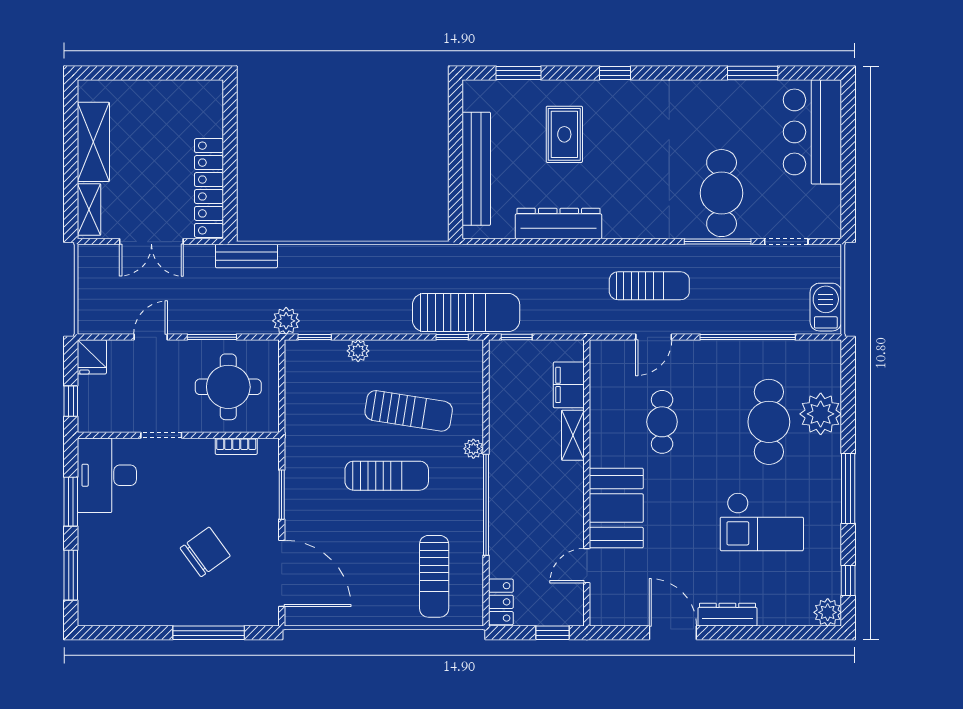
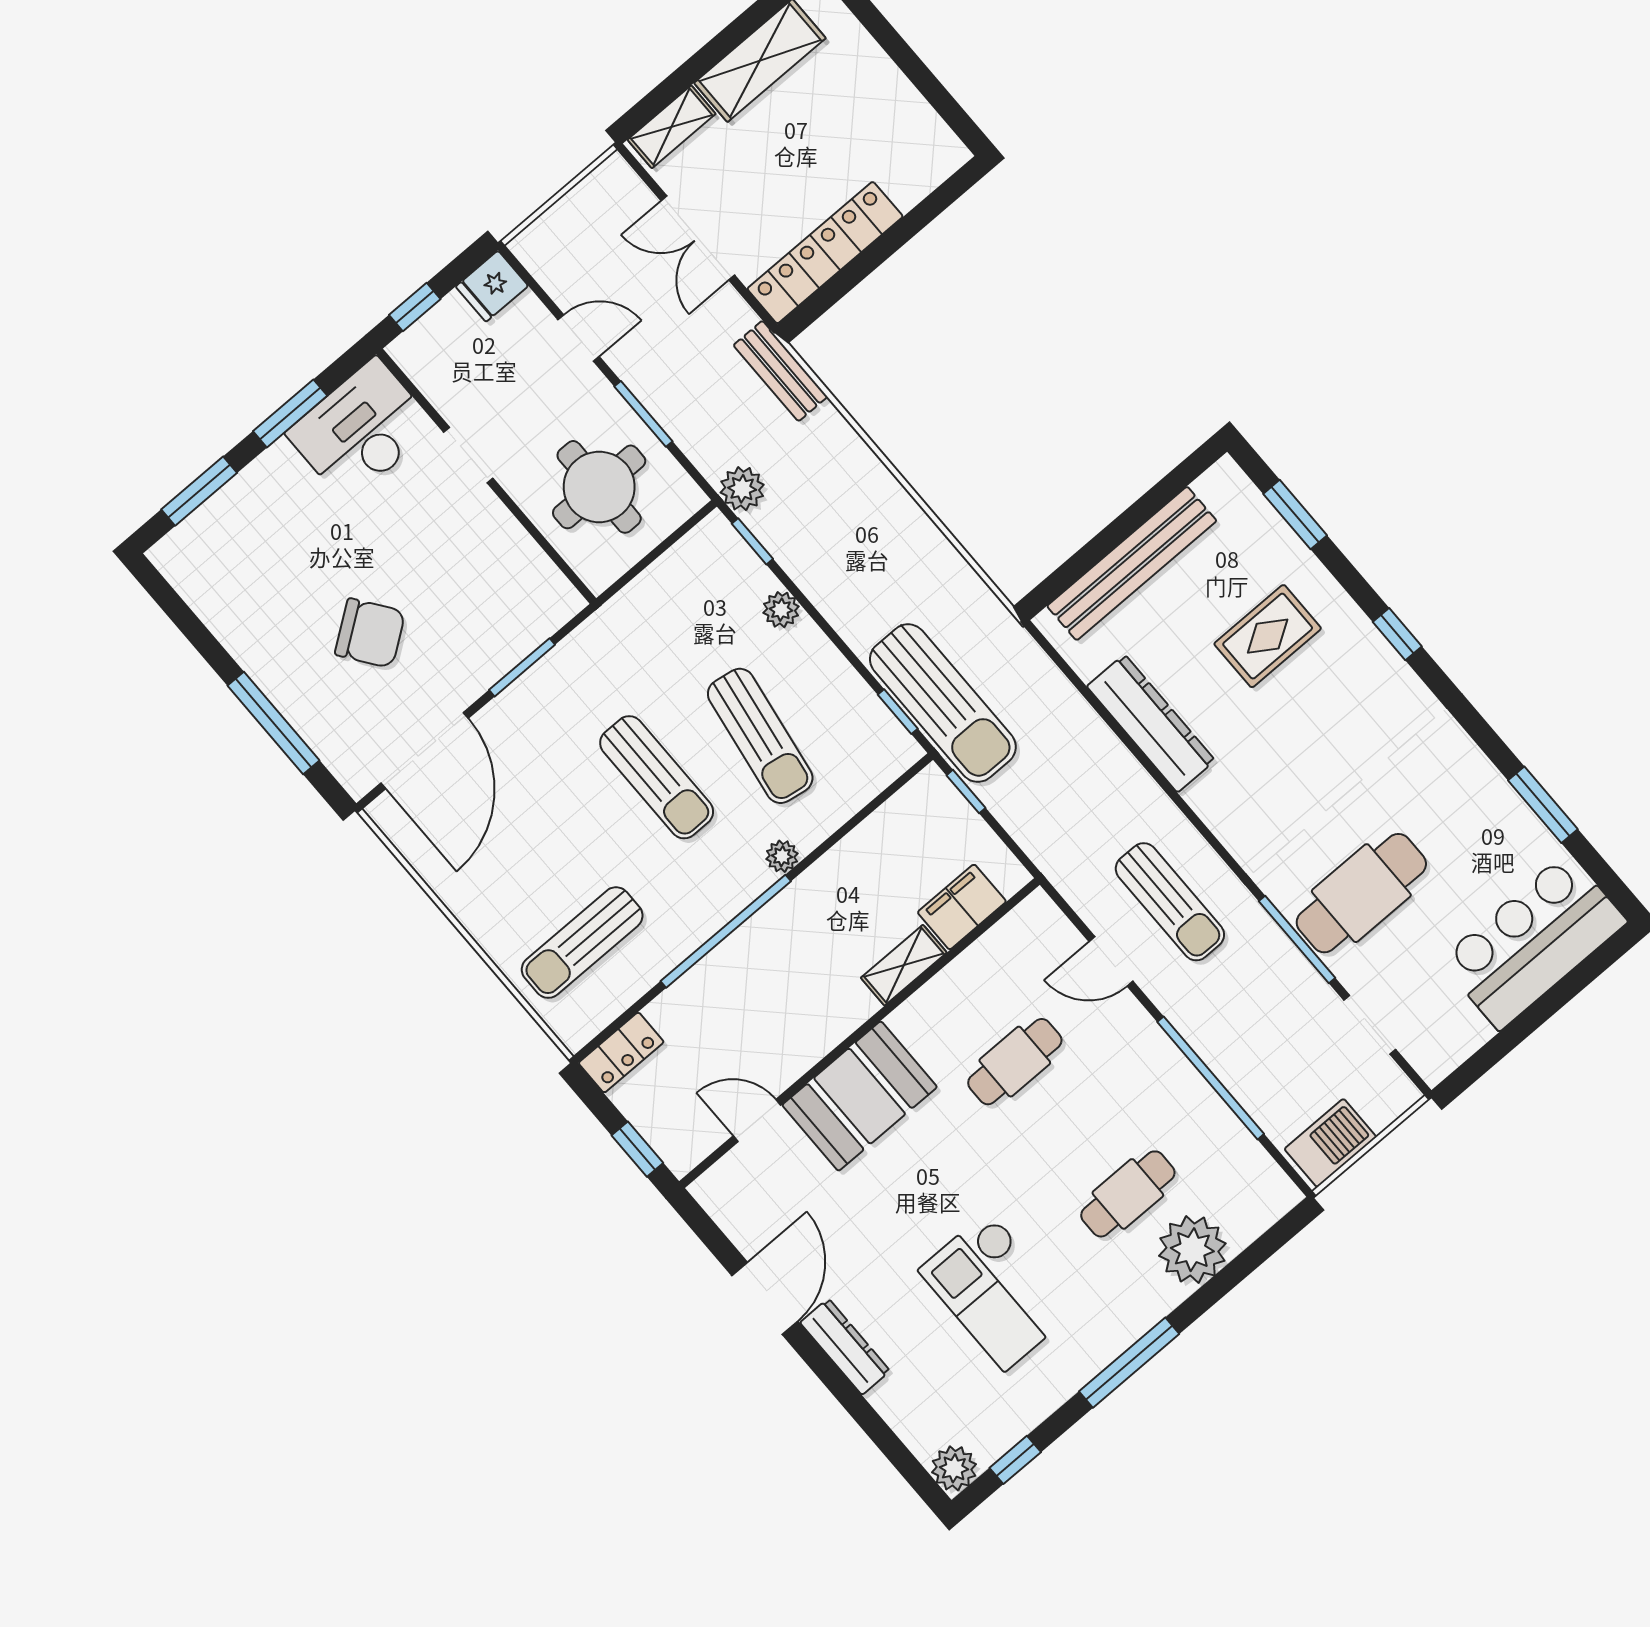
cafe table: (769, 422) -> (1128, 1194), width x0.73, depth x0.74
bookcase: (236, 446) -> (534, 560), removed

